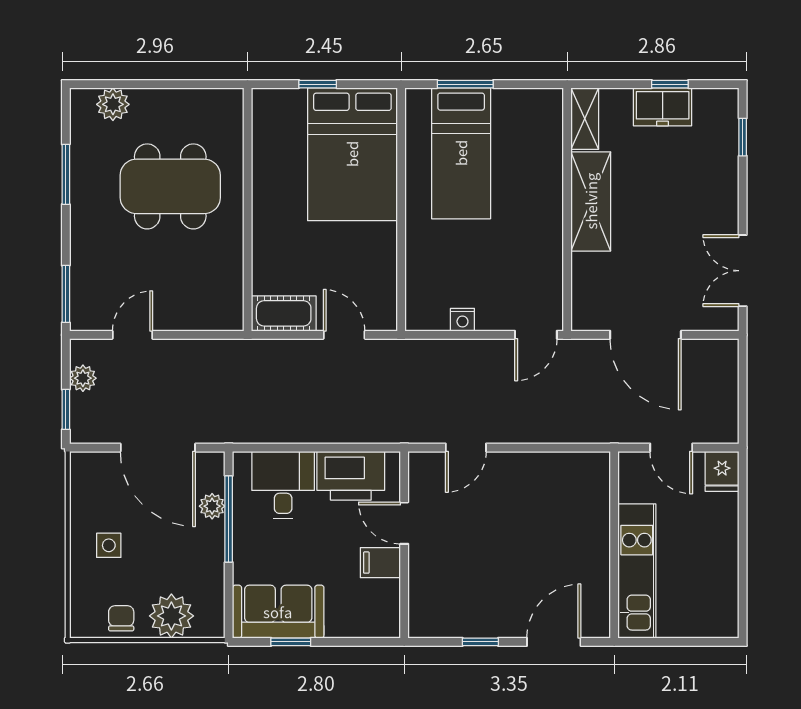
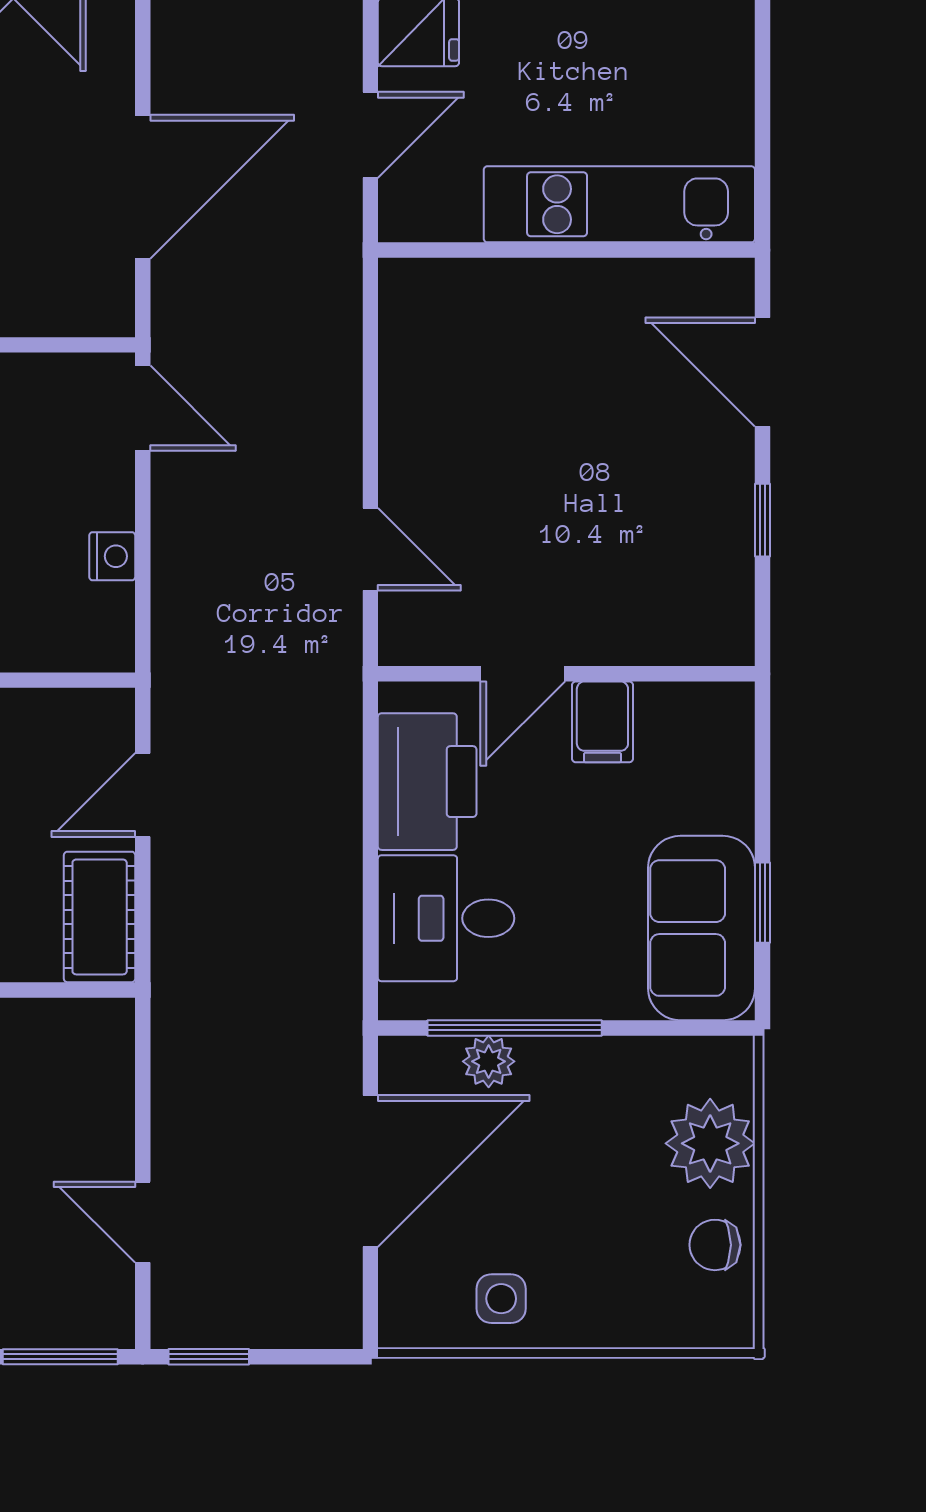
plant: (83, 378) -> (230, 1322), removed
window: (66, 409) -> (209, 1357), moved
side table: (109, 545) -> (501, 1299), moved

